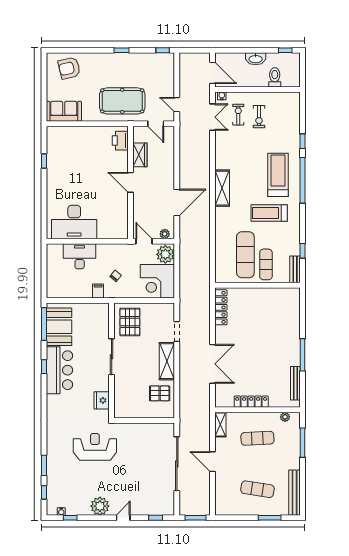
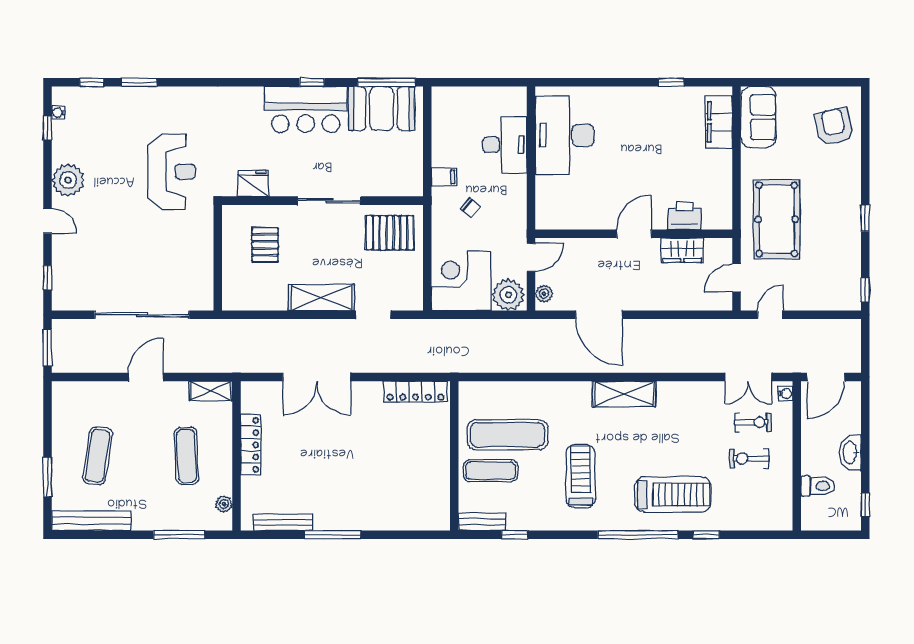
filing cabinet: (67, 134) -> (719, 122), added
printer: (120, 141) -> (685, 216), moved
treadmill: (278, 175) -> (673, 495), moved
pallet: (160, 393) -> (265, 245), moved

